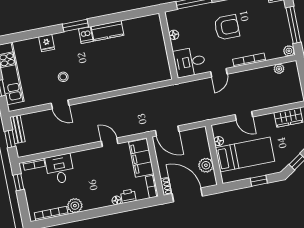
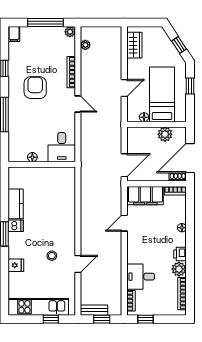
floor lamp: (174, 35) -> (32, 157), moved
wall: (168, 46) -> (42, 164), moved
desk: (189, 62) -> (62, 147), moved
printer: (128, 196) -> (180, 254), moved

